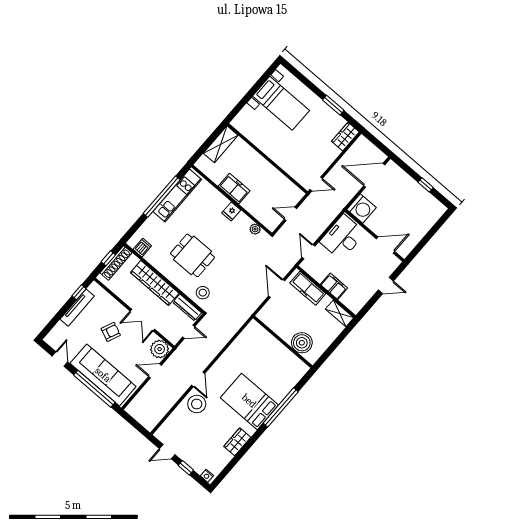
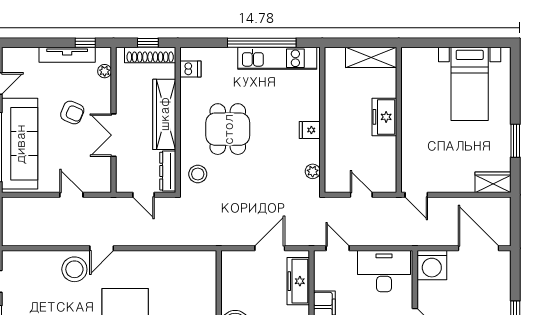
freezer: (234, 189) -> (384, 117), moved, turned 180
door: (308, 252) -> (338, 248), hinge flipped
plant: (160, 349) -> (105, 71), moved, width x0.53, depth x0.53

